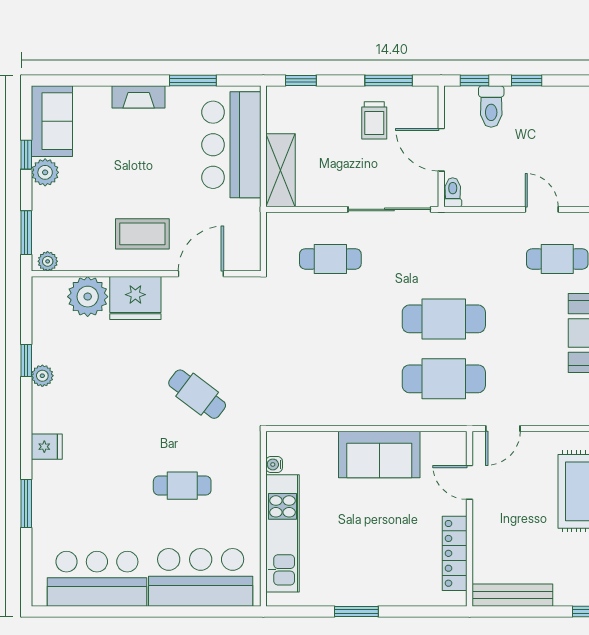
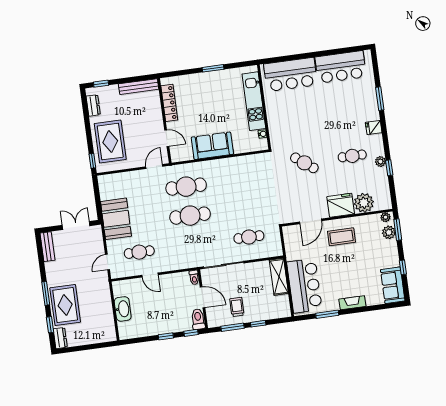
window: (301, 80) -> (258, 324), moved
toilet: (491, 107) -> (198, 319), moved
plant: (45, 172) -> (389, 232), moved
cafe table: (182, 486) -> (352, 156), moved

